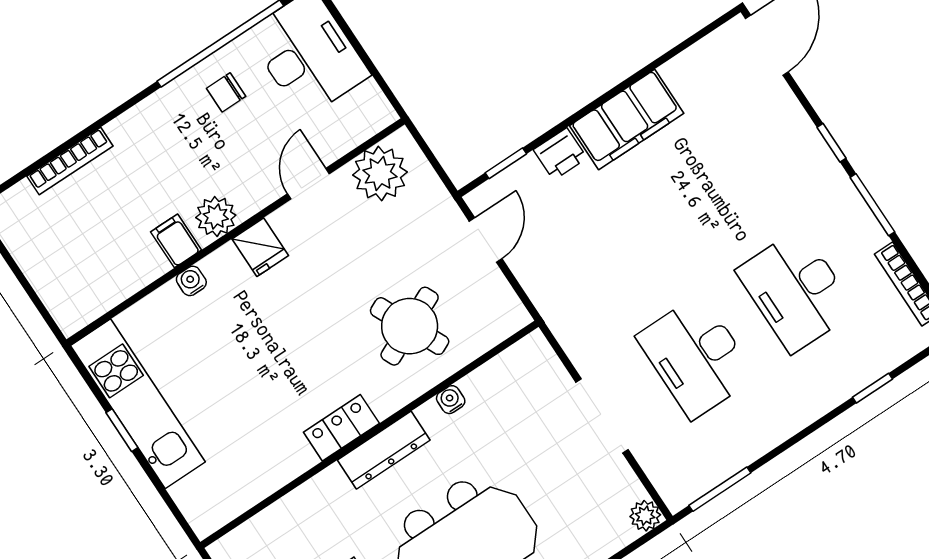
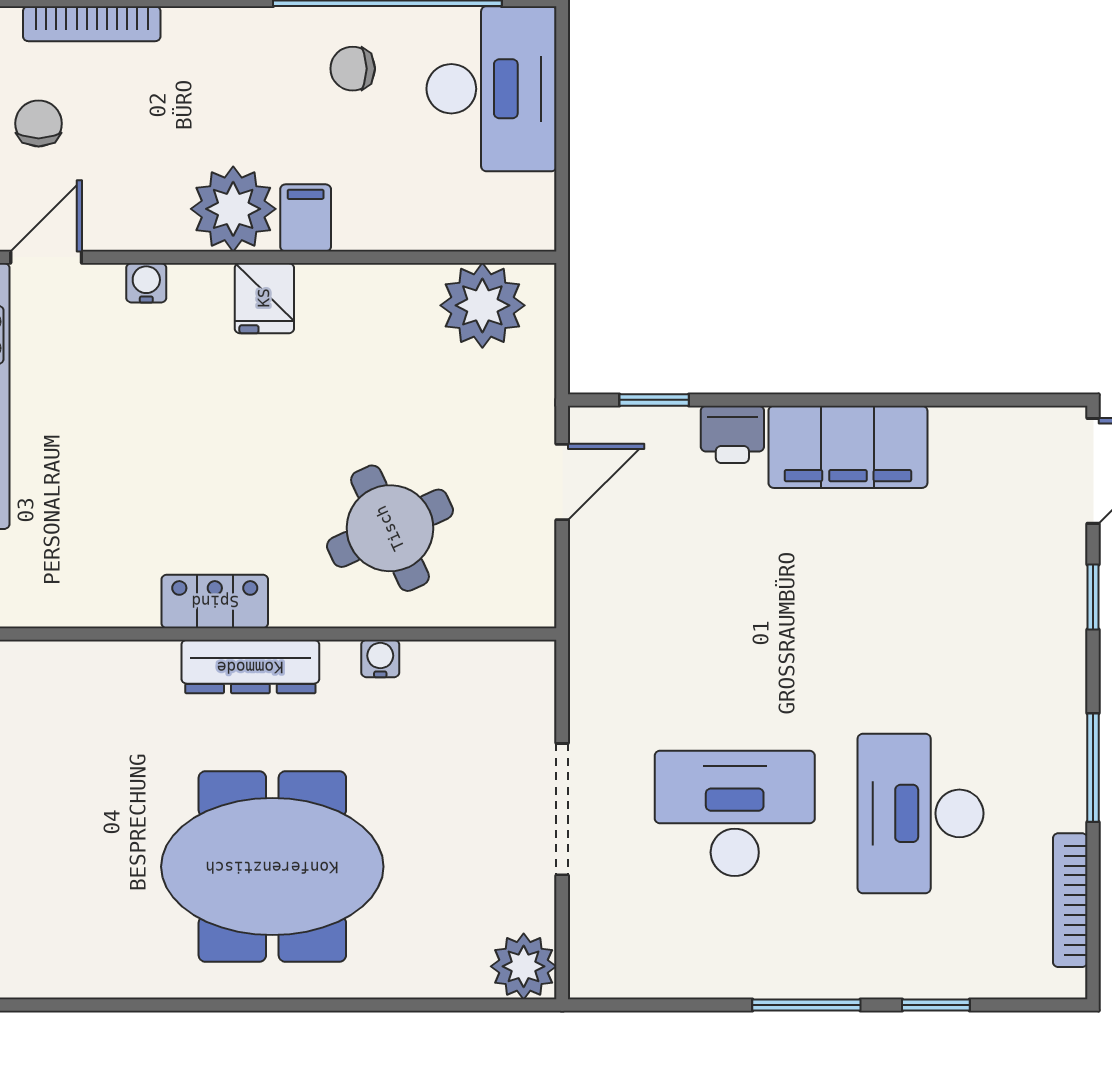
window: (831, 143) -> (1093, 597), moved
door: (308, 184) -> (46, 257), moved
plant: (216, 216) -> (233, 209), width x1.36, depth x1.36
chair: (77, 234) -> (39, 123), added
filing cabinet: (176, 241) -> (306, 218), moved
desk: (696, 357) -> (735, 813), turned 90
window: (720, 489) -> (806, 1005), moved
plant: (645, 516) -> (524, 966), width x1.38, depth x1.38

